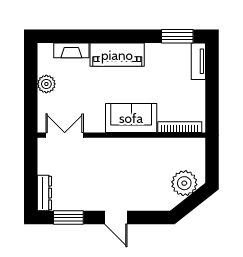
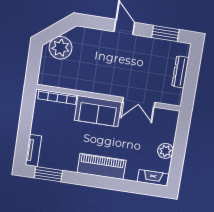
fireplace: (71, 50) -> (153, 178), moved
double door: (65, 135) -> (139, 102), moved
dresser: (44, 193) -> (180, 72), moved

